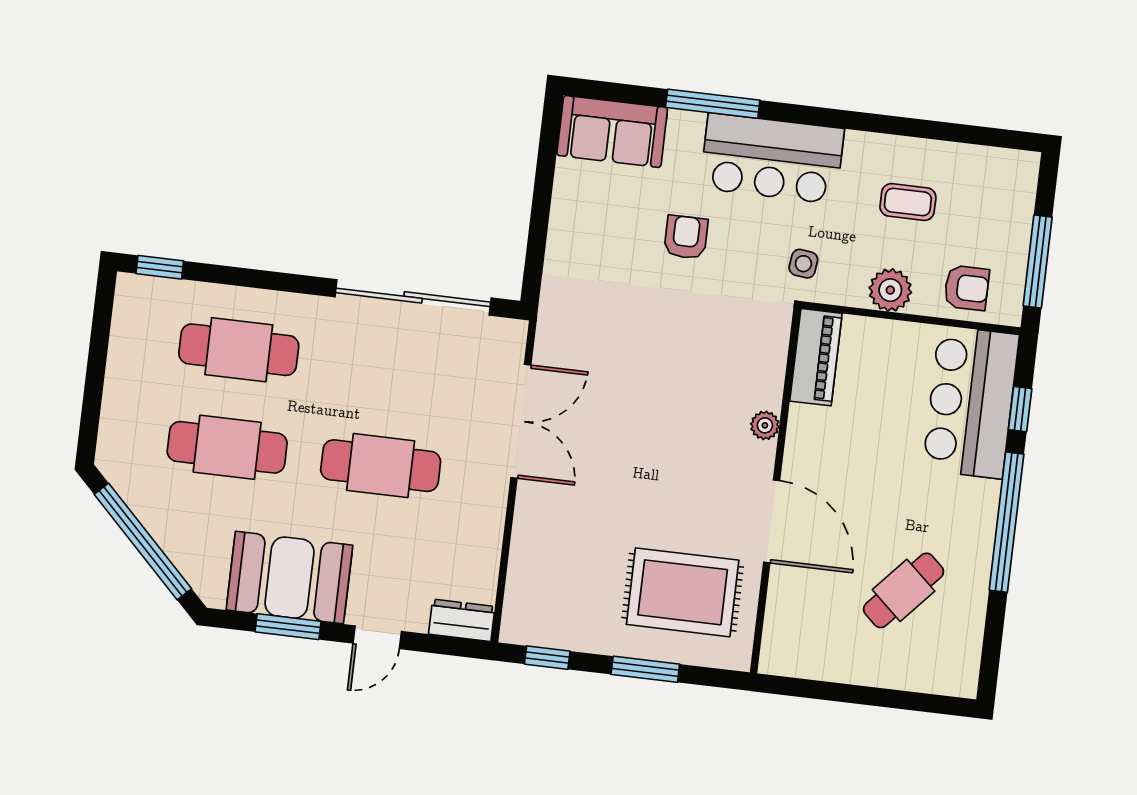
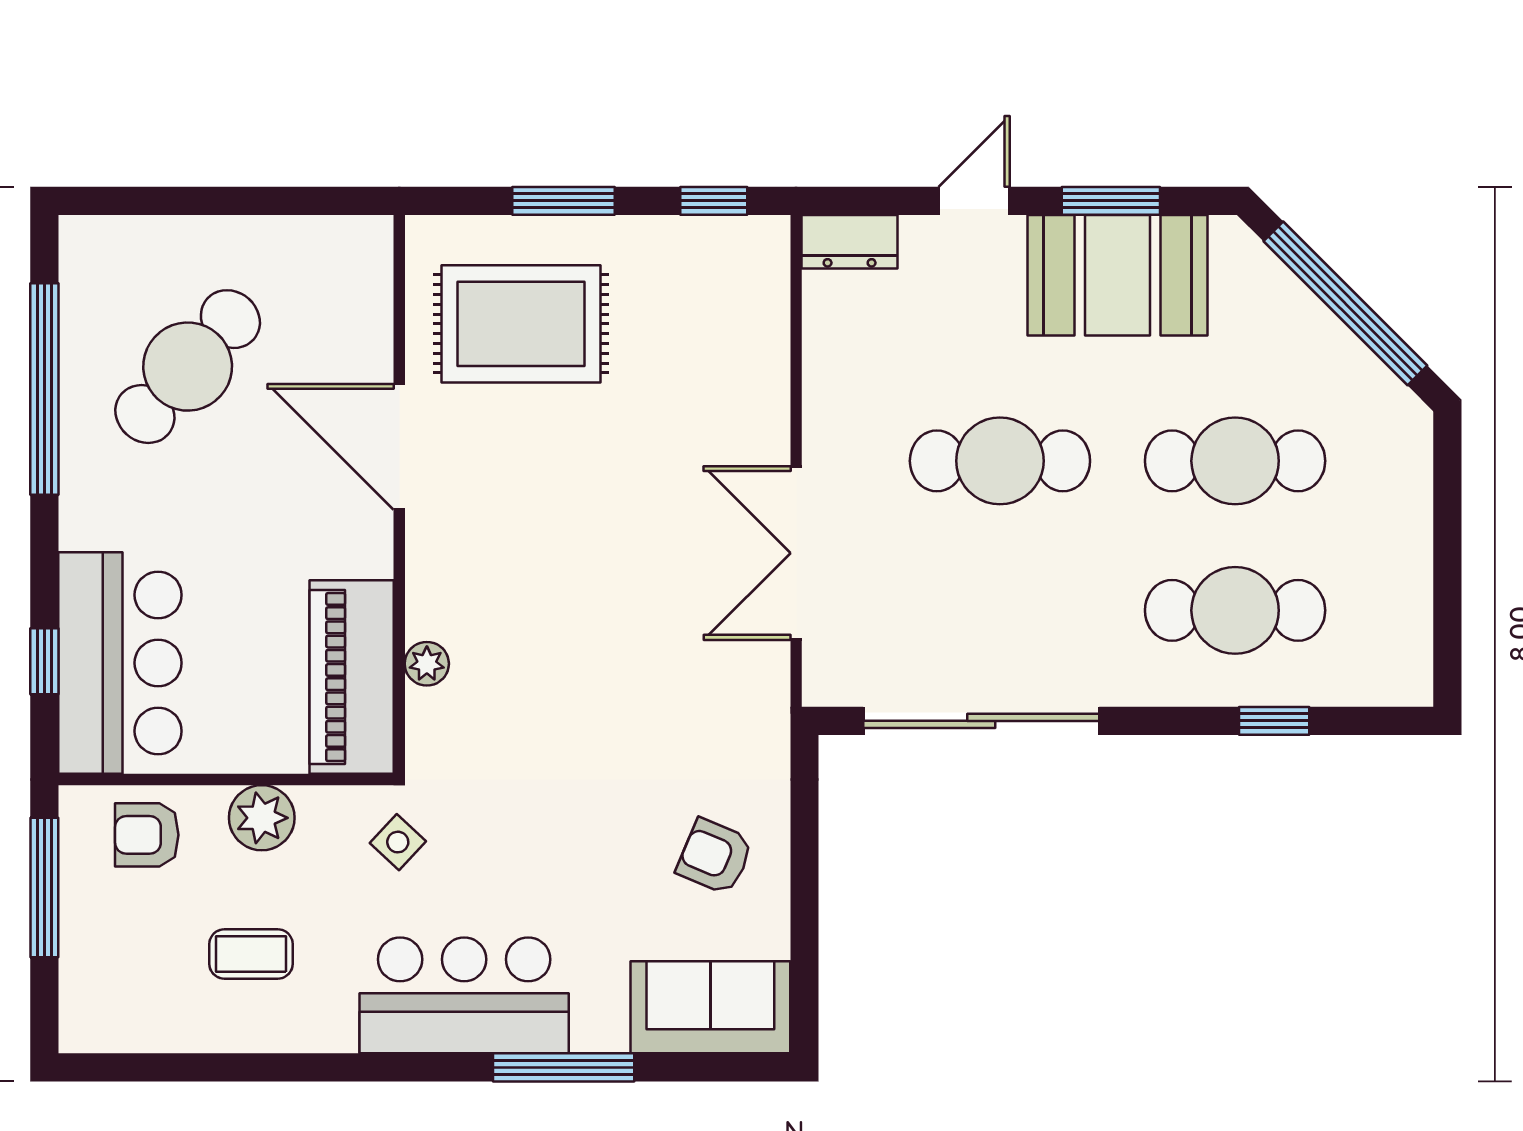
armchair: (686, 237) -> (715, 857), moved, turned 113
side table: (803, 264) -> (398, 842), turned 36
window: (160, 267) -> (1274, 721), moved
piano: (816, 357) -> (352, 677), width x1.37, depth x1.33
plant: (765, 425) -> (427, 664), moved
window: (1007, 522) -> (44, 389), moved
cafe table: (904, 590) -> (188, 367), width x1.37, depth x1.35

